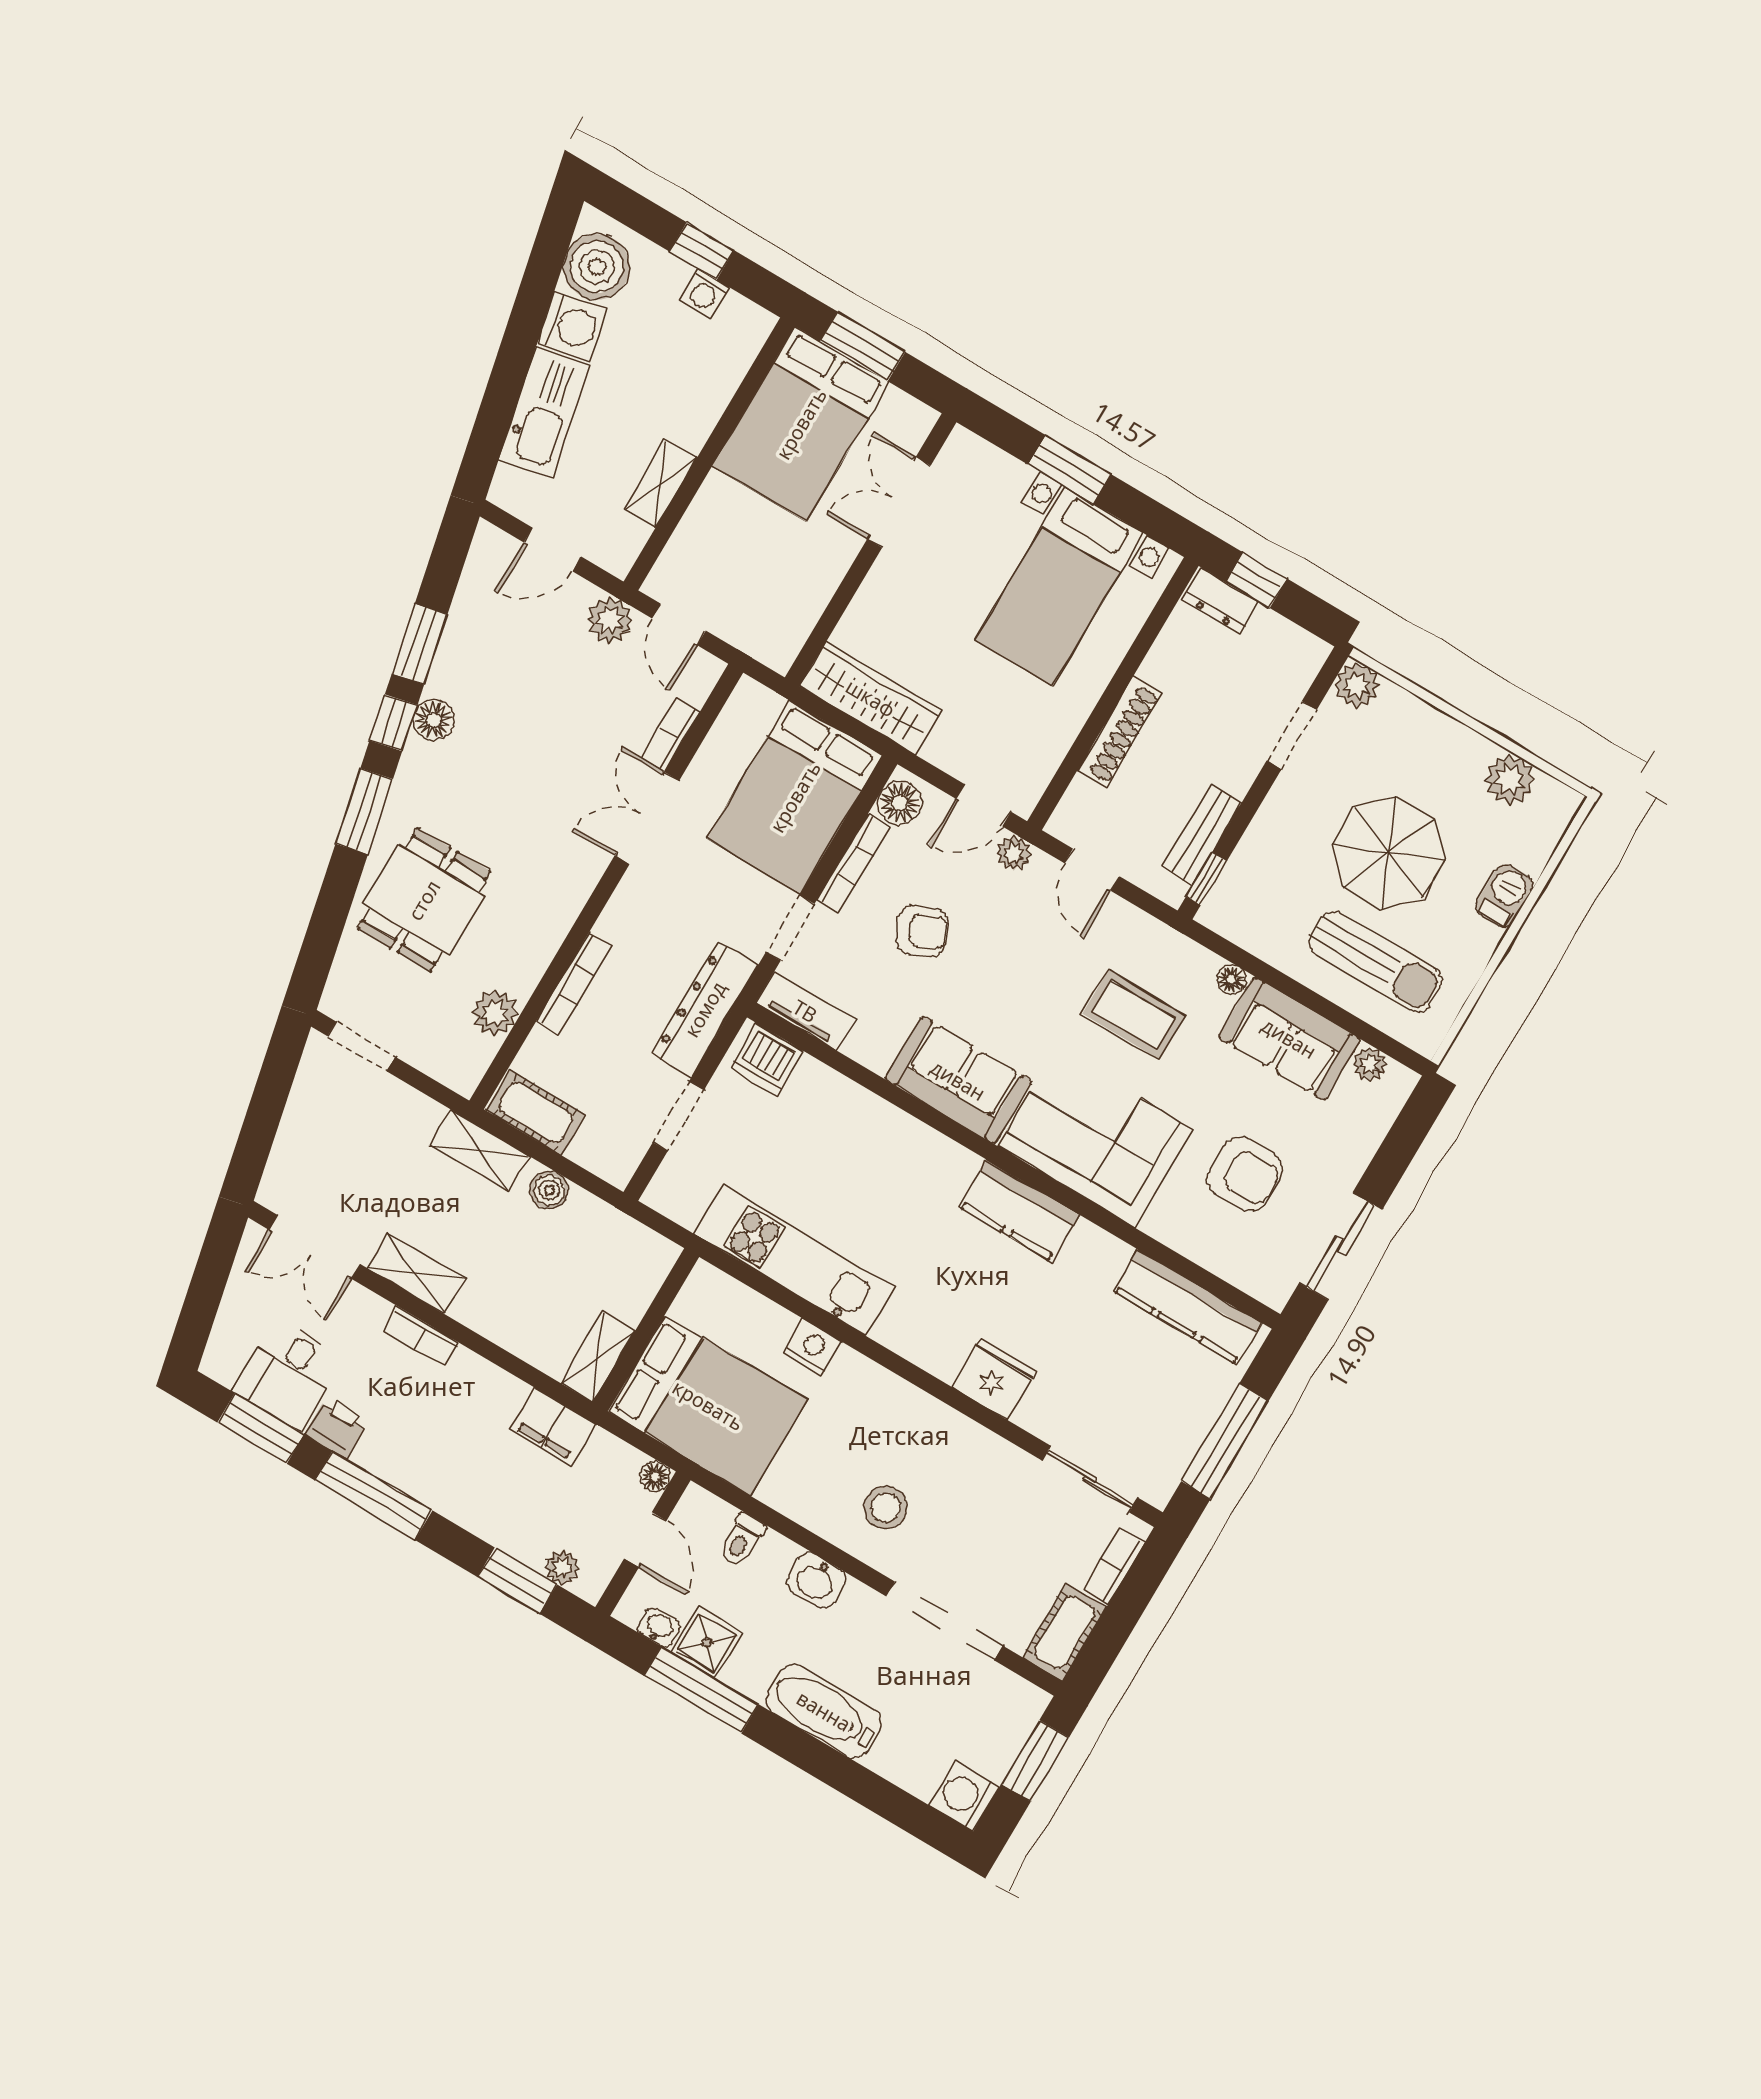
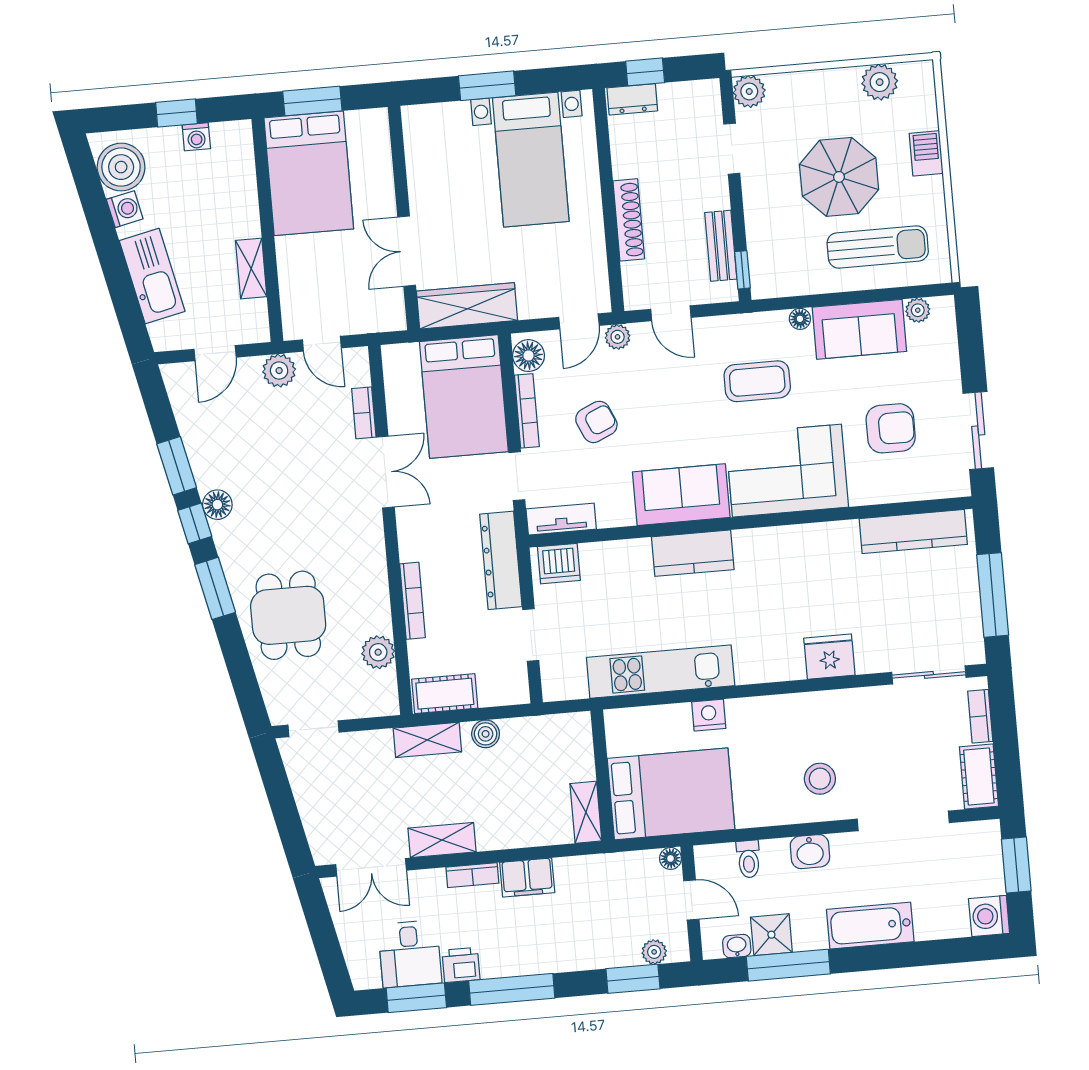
washing machine: (572, 326) -> (125, 209), width x0.73, depth x0.73
double door: (899, 502) -> (407, 251), moved
double door: (647, 818) -> (385, 472), swing flipped
kitchen counter: (1019, 1211) -> (693, 553), moved
filing cabinet: (553, 1426) -> (527, 877), moved

